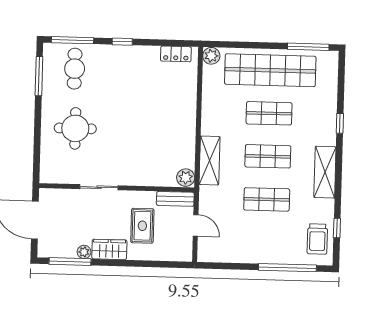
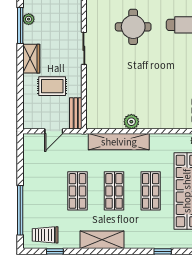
window: (340, 123) -> (163, 251), moved
shelving: (210, 161) -> (119, 142), width x1.47
plant: (186, 178) -> (131, 122), moved
plant: (84, 252) -> (29, 19), moved

